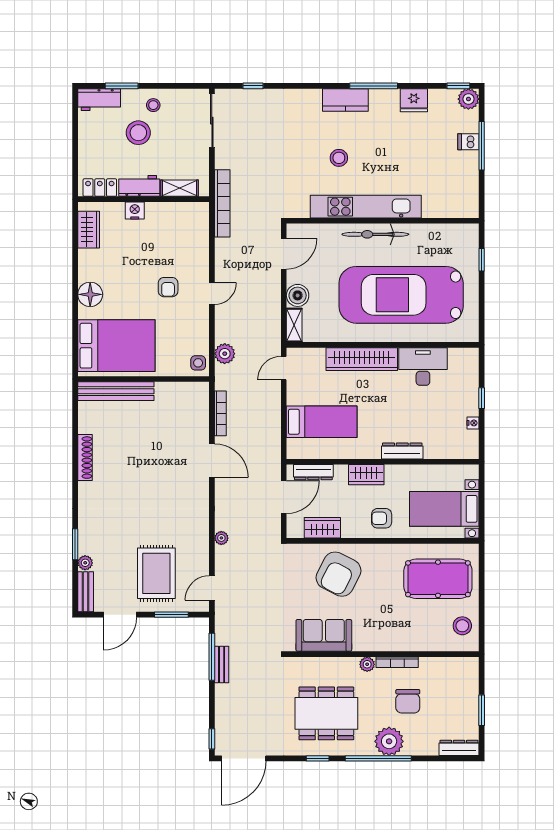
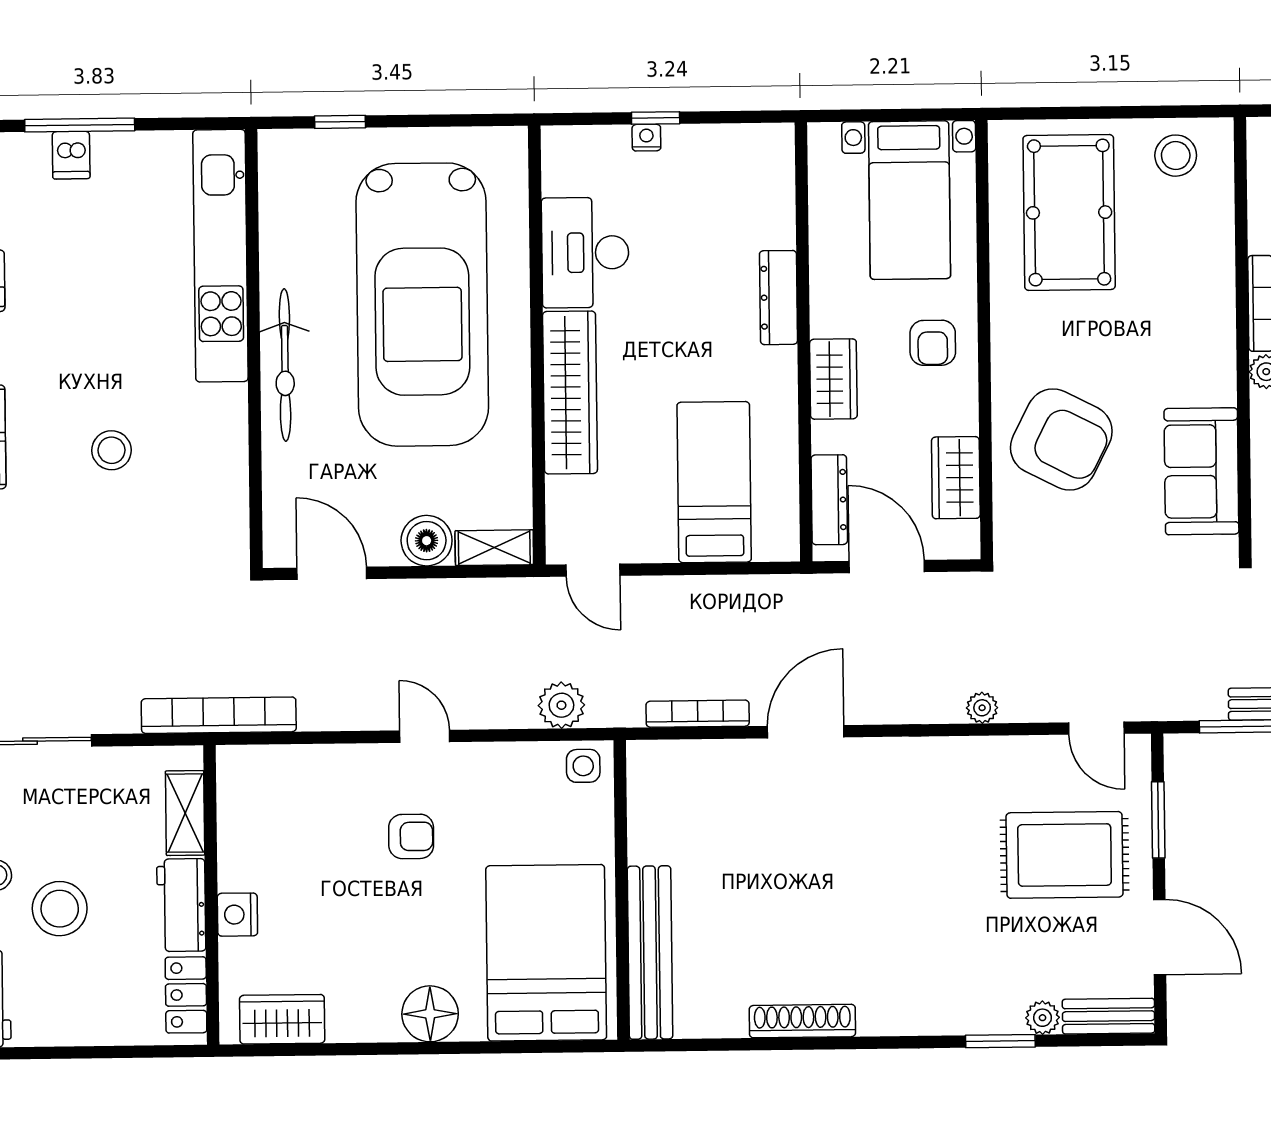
kitchen unit: (366, 207) -> (220, 256), moved
nightstand: (473, 423) -> (646, 138), moved

